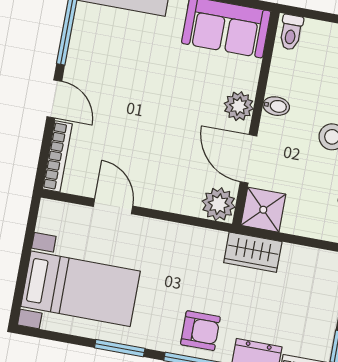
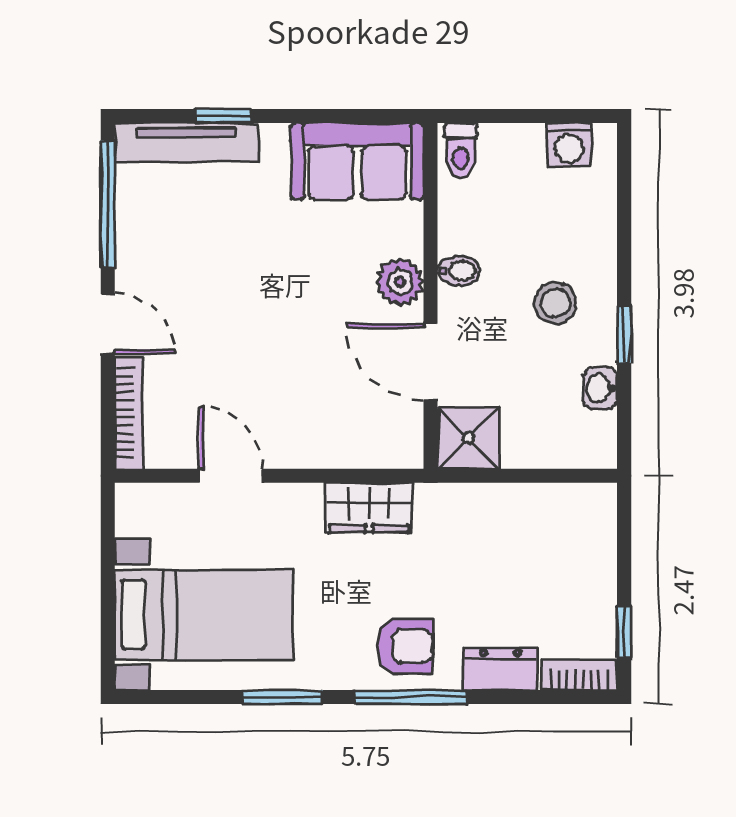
plant: (219, 204) -> (397, 442), removed
wardrobe: (253, 252) -> (369, 508), moved

